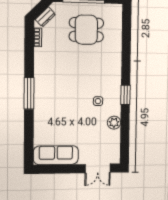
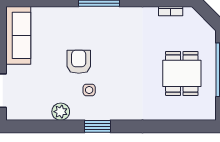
dresser: (45, 17) -> (197, 21), removed
armchair: (77, 109) -> (79, 62), added

